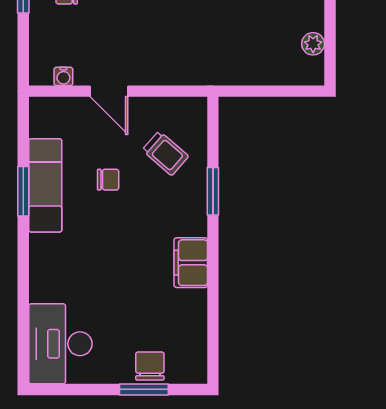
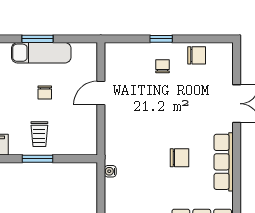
water cooler: (63, 76) -> (110, 171), moved
trolley: (165, 153) -> (39, 134), moved, turned -41

